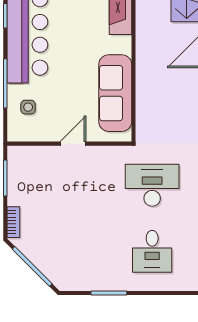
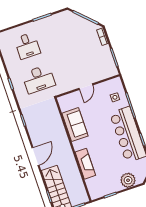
sofa: (115, 93) -> (75, 125), width x0.73
desk: (152, 251) -> (27, 46), turned 180

